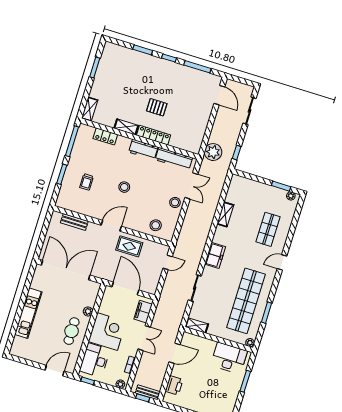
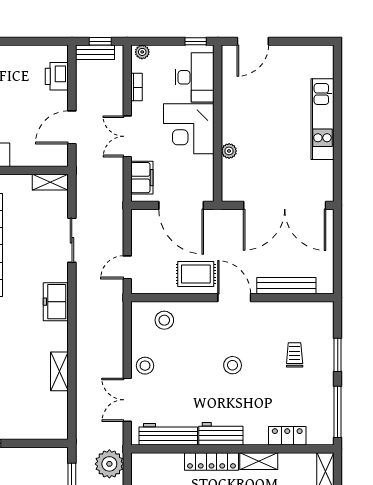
bench: (74, 222) -> (286, 286), width x1.36
door: (111, 226) -> (234, 298), swing flipped
cafe table: (72, 331) -> (245, 112), removed

